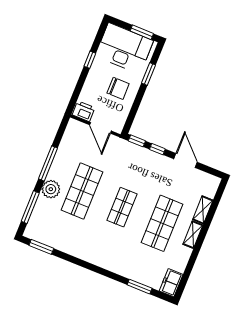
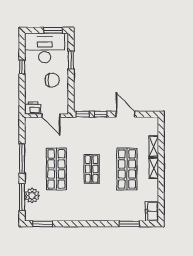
plant: (51, 189) -> (32, 196), moved

